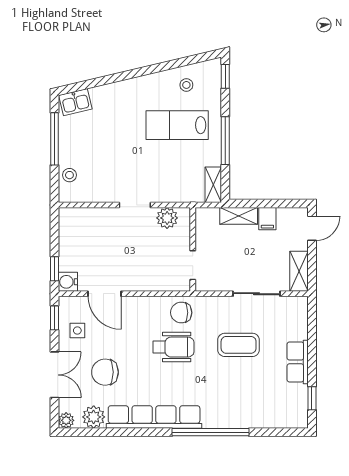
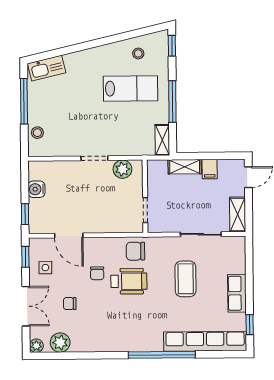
kitchen sink: (75, 102) -> (47, 68), width x1.38
lab bench: (177, 125) -> (130, 88), turned 180
water cooler: (68, 282) -> (36, 189), moved
chair: (137, 338) -> (97, 273), added
coffee table: (239, 345) -> (186, 279), turned 90
chair: (105, 372) -> (70, 304), width x0.54, depth x0.54
row of seats: (154, 417) -> (205, 341), moved

